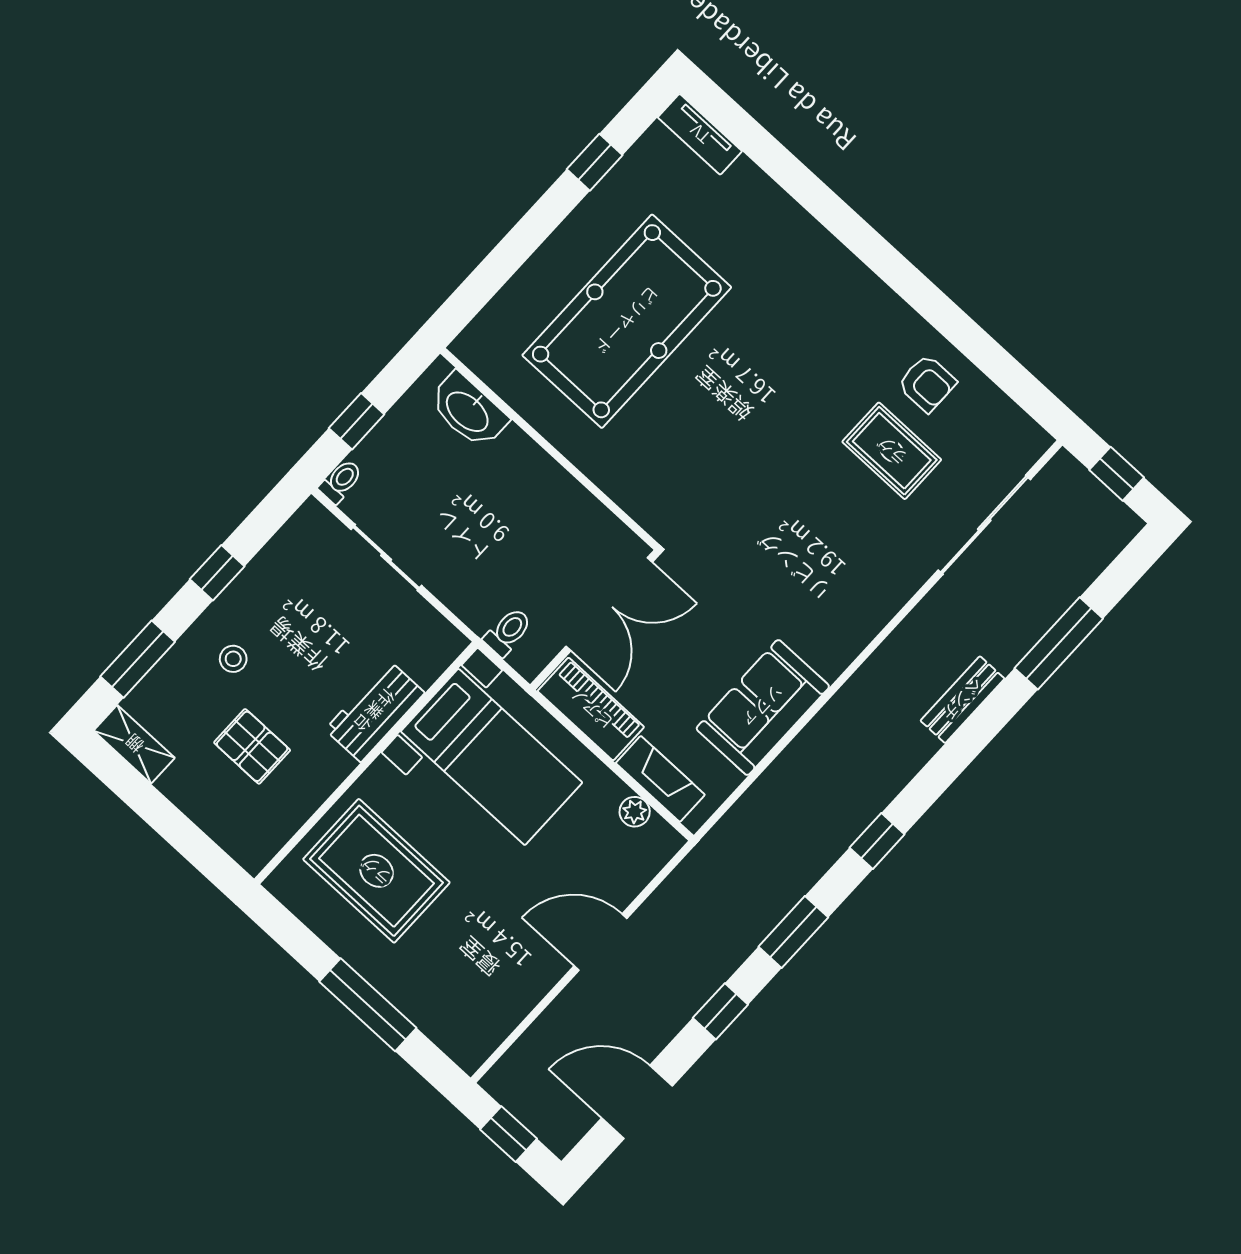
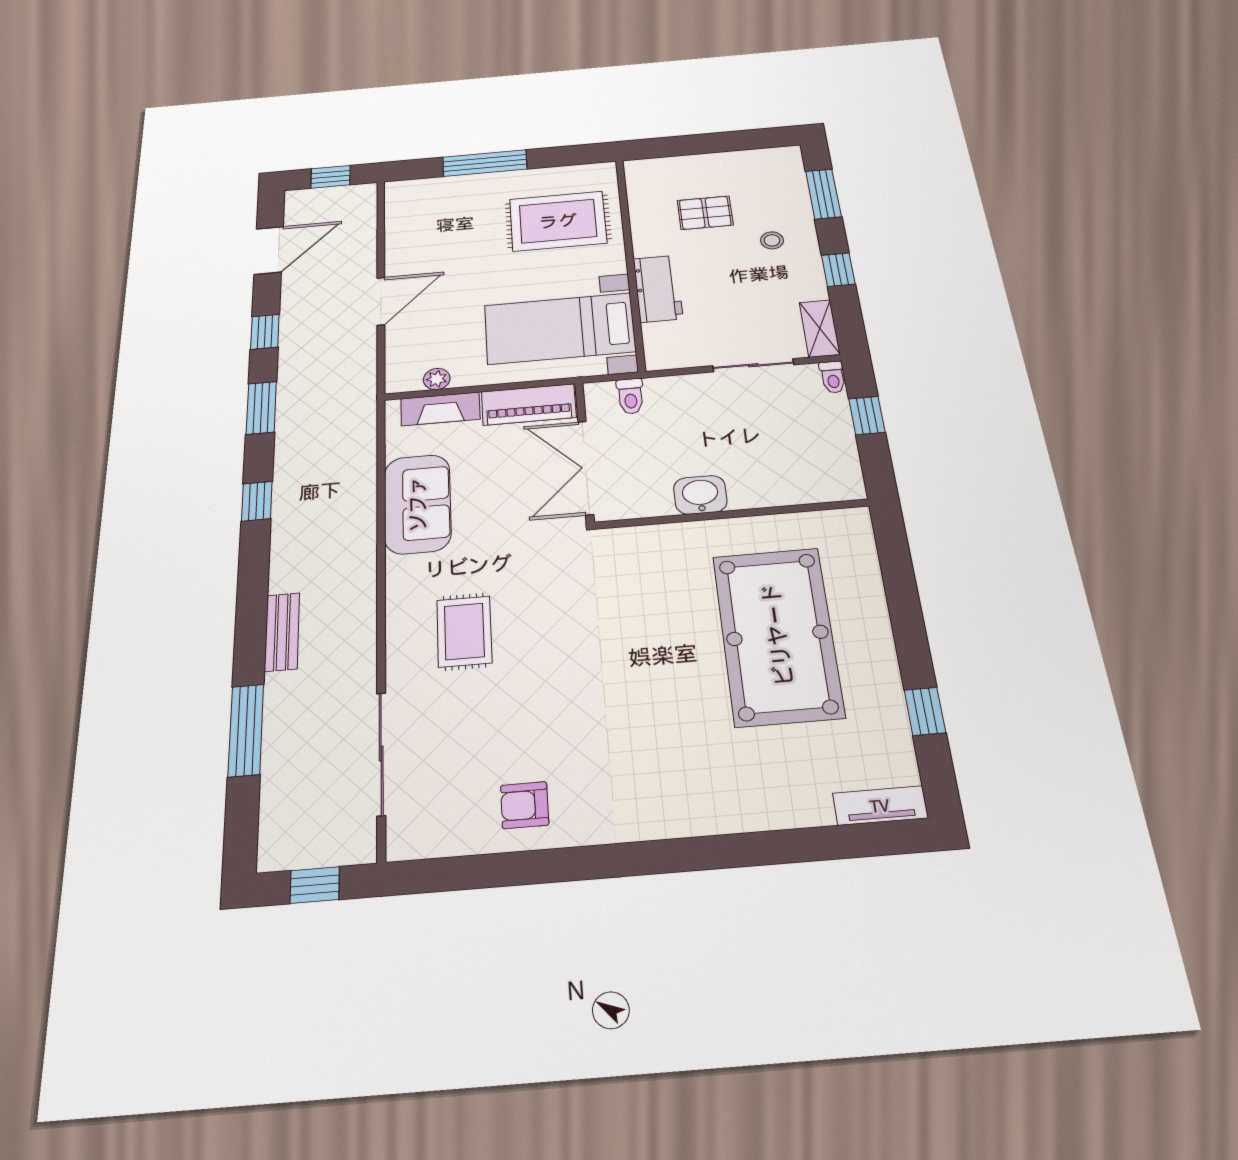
washbasin: (468, 411) -> (700, 495), moved, width x0.72
rug: (892, 451) -> (464, 631), moved, turned 90
shelving: (134, 744) -> (820, 328), moved, turned 90

